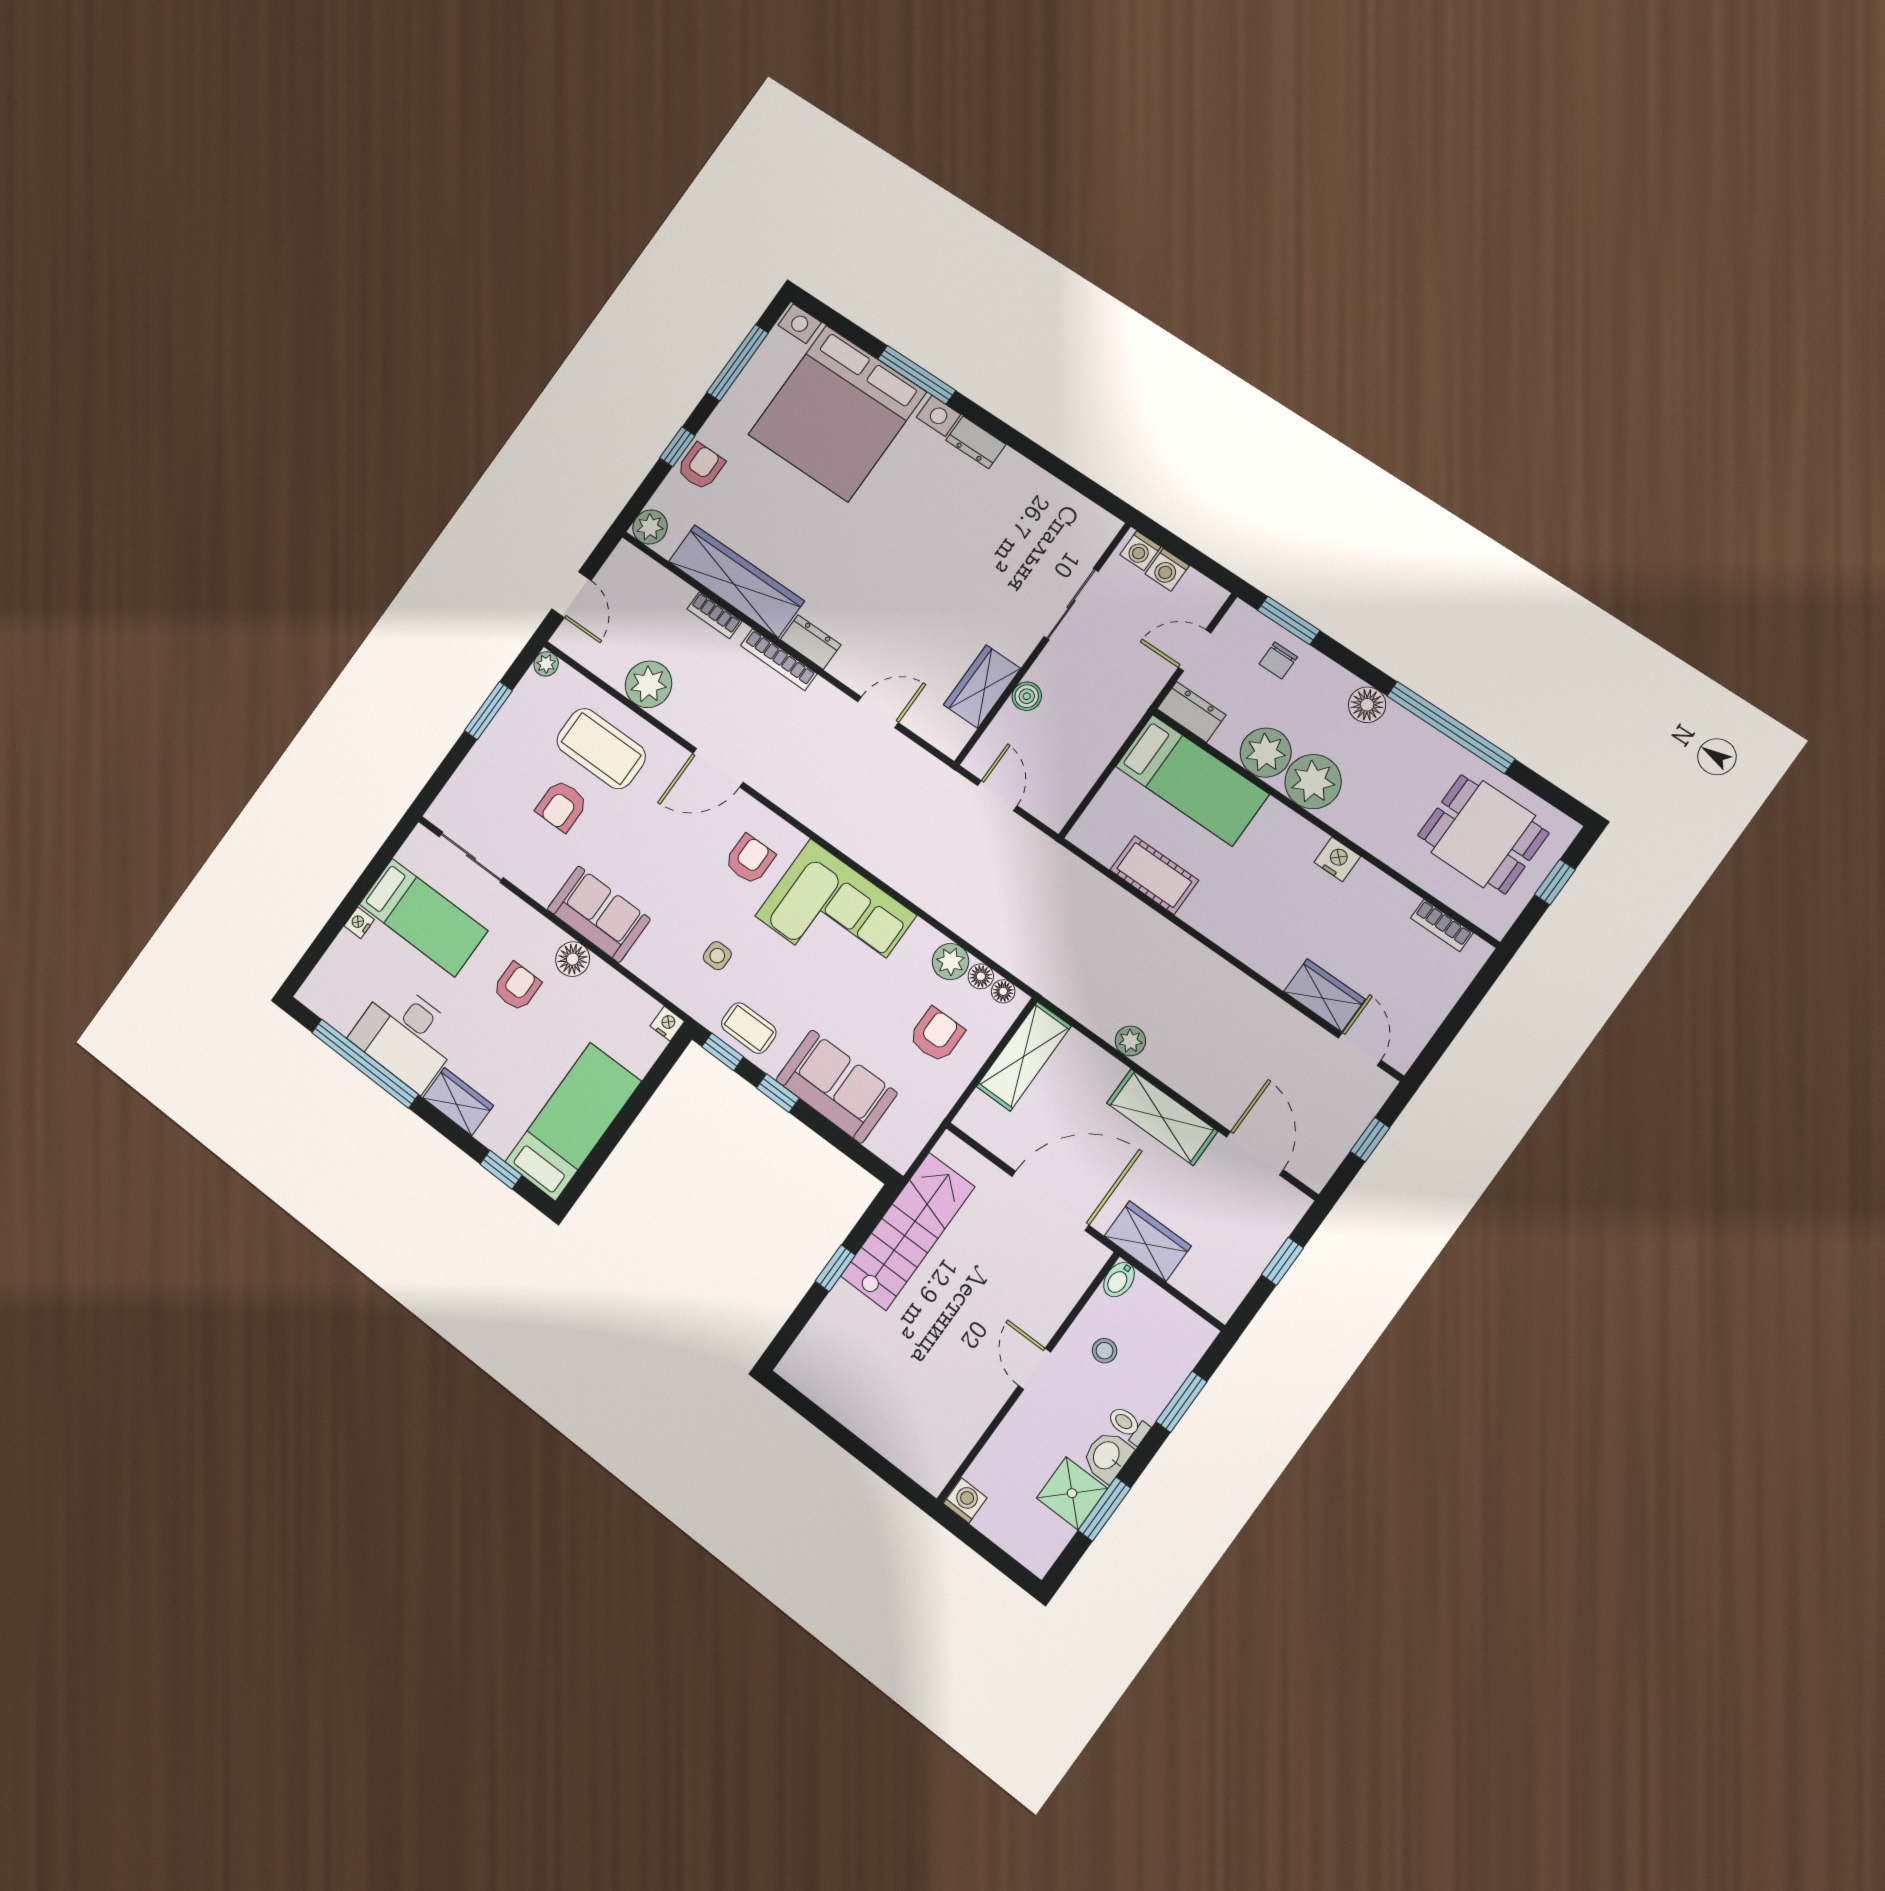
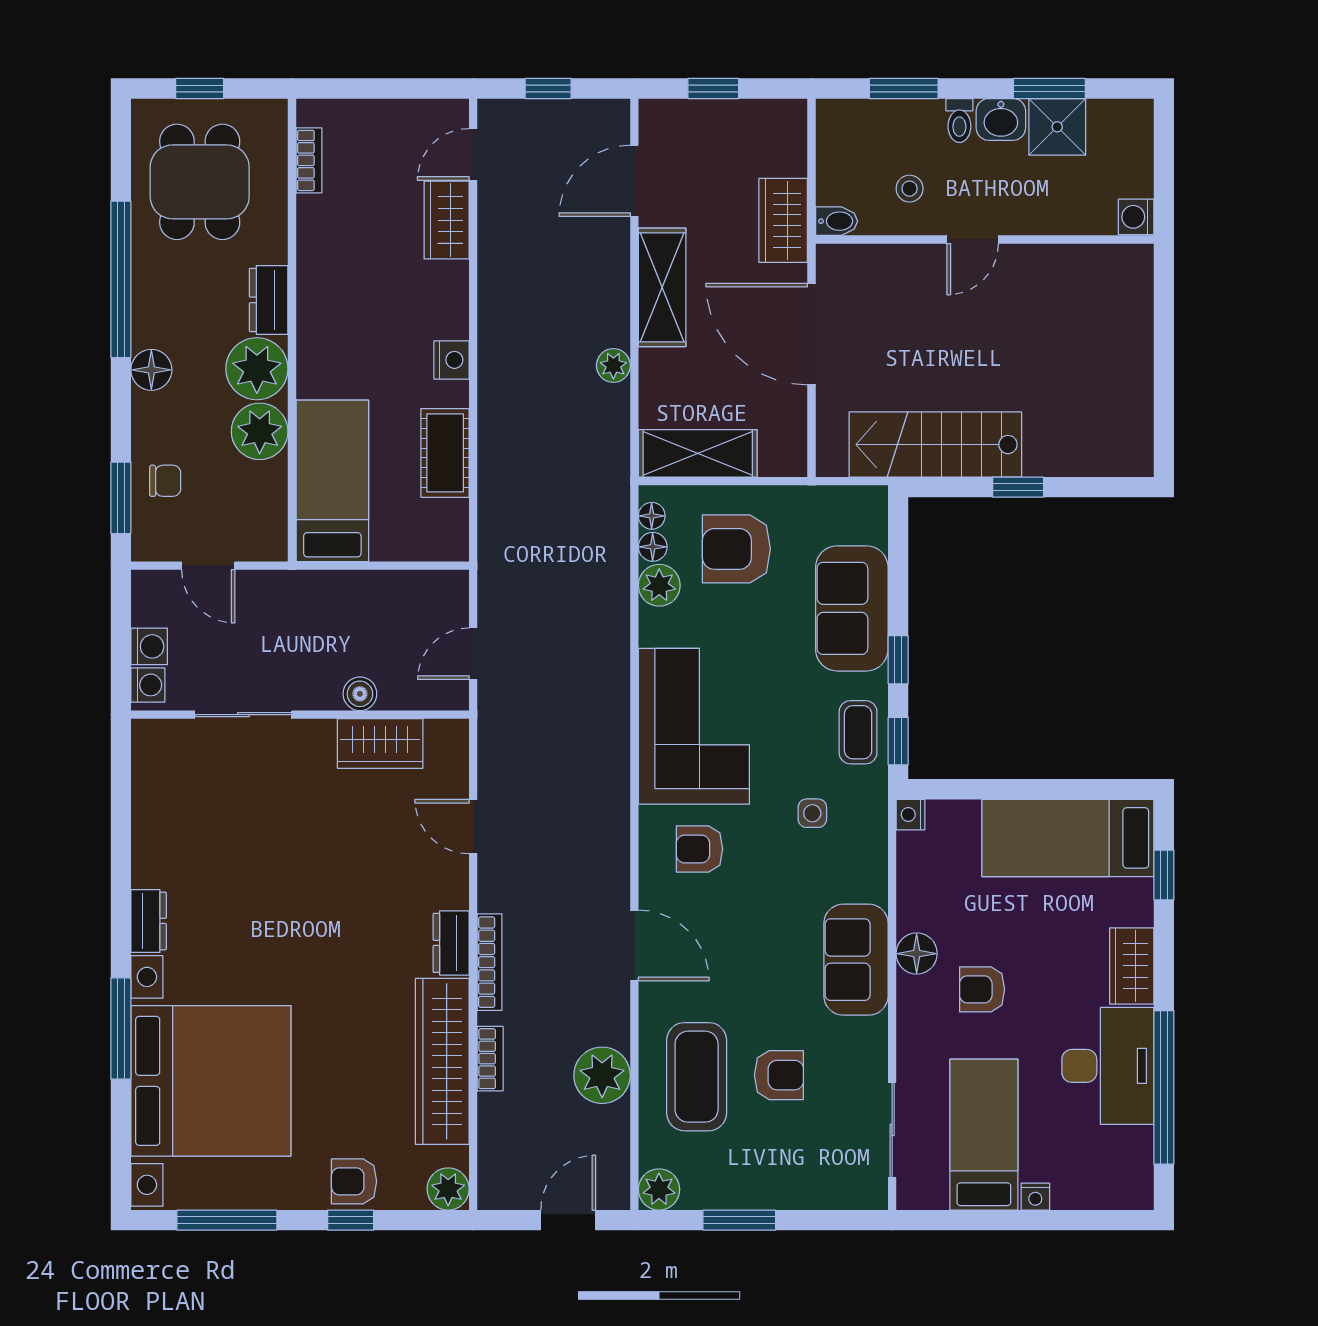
plant: (546, 664) -> (659, 1189), width x1.38, depth x1.38
dresser: (1191, 712) -> (269, 300), moved
nightstand: (1337, 859) -> (452, 360), moved, turned 180
armchair: (937, 1035) -> (736, 549), width x1.38, depth x1.38

